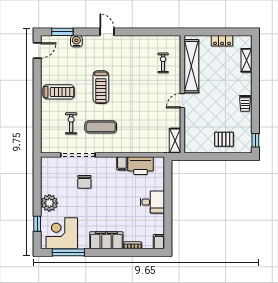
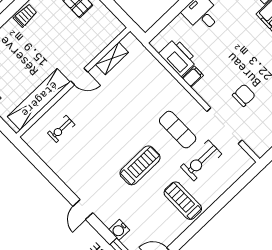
exercise bike: (71, 123) -> (201, 160), width x1.38, depth x1.39
shelving: (175, 141) -> (112, 58), moved

